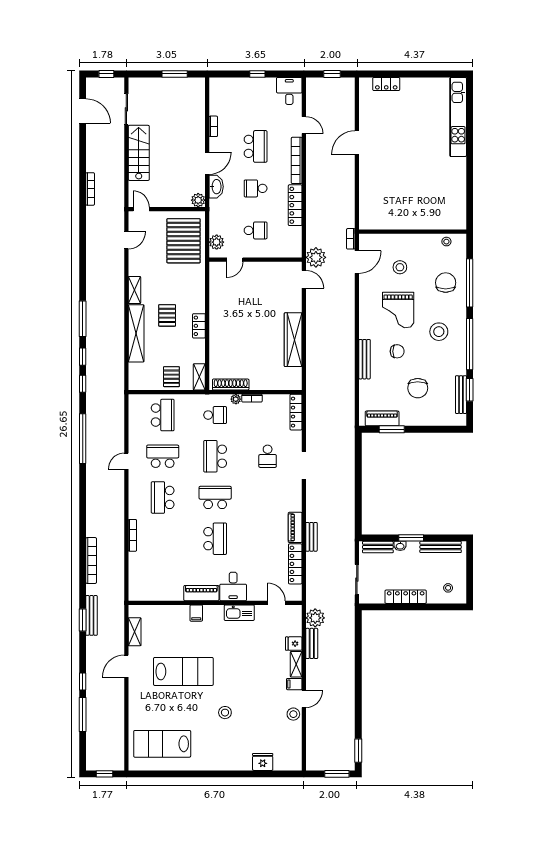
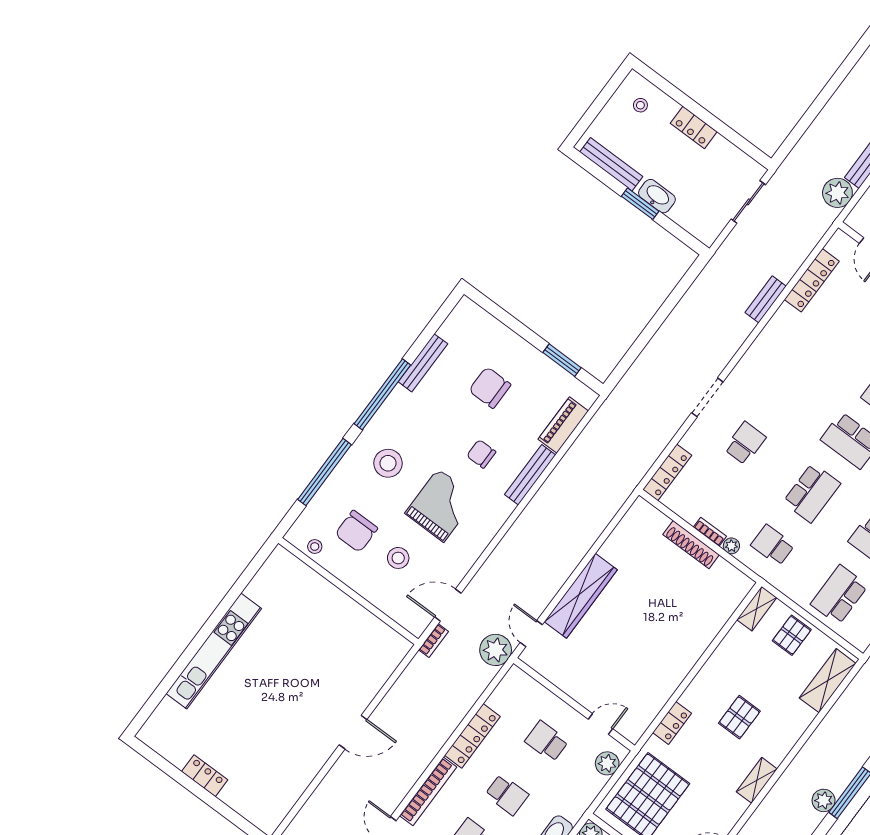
locker: (386, 84) -> (205, 776), moved
kitchen unit: (458, 117) -> (214, 651), moved
door: (357, 143) -> (353, 732), moved
chair: (446, 283) -> (356, 531), moved
plant: (93, 305) -> (824, 800), added
locker: (199, 326) -> (672, 723), moved
stool: (439, 332) -> (388, 463), moved
shelving: (136, 333) -> (828, 681), moved, width x0.68
wardrobe: (293, 340) -> (581, 596), moved
shoe rack: (231, 384) -> (691, 545), moved
chair: (418, 388) -> (490, 388), turned -90
window: (470, 390) -> (425, 337), removed
bench: (461, 395) -> (423, 363), moved
piano: (382, 418) -> (563, 425), moved, turned 90
piano: (295, 527) -> (777, 327), removed
washbasin: (400, 546) -> (657, 196), width x1.91, depth x1.45
bench: (378, 547) -> (691, 224), removed
locker: (406, 597) -> (694, 127), width x0.66

